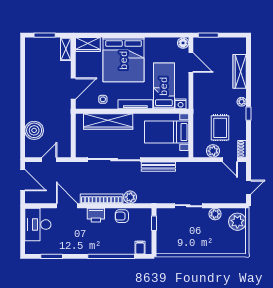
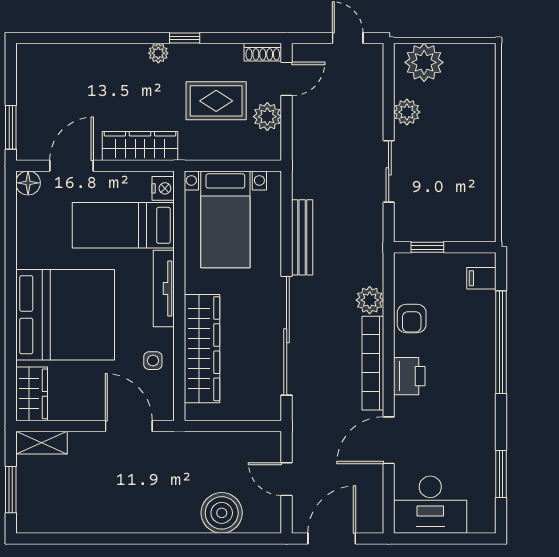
wardrobe: (240, 71) -> (140, 146), moved, turned 180

